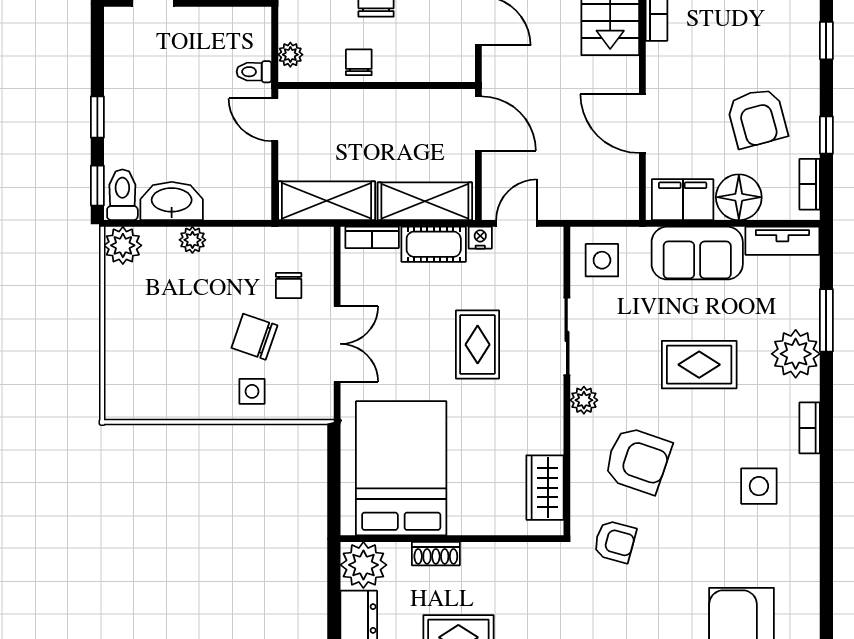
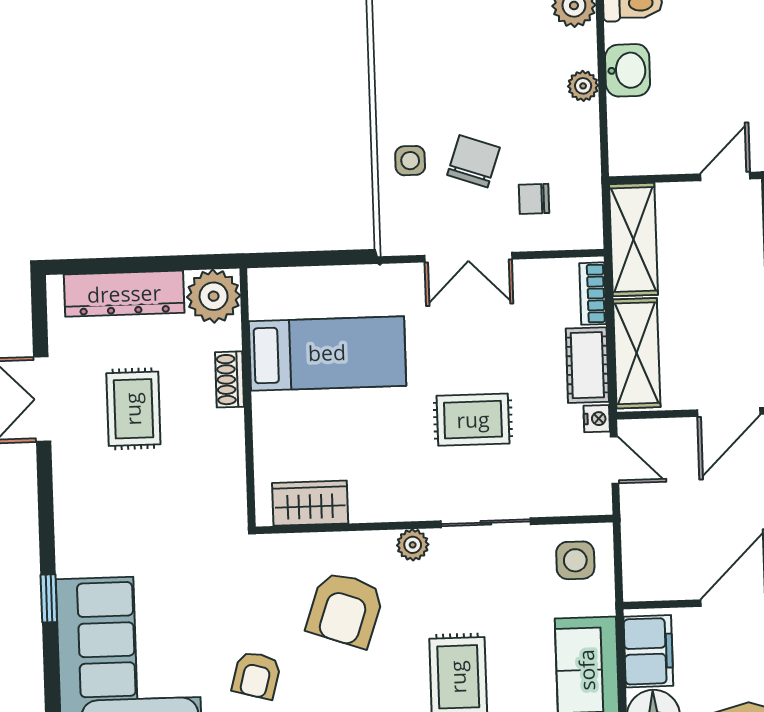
washbasin: (172, 201) -> (627, 70), width x0.72
bed: (401, 468) -> (327, 353), width x0.67
armchair: (615, 542) -> (256, 675), moved

